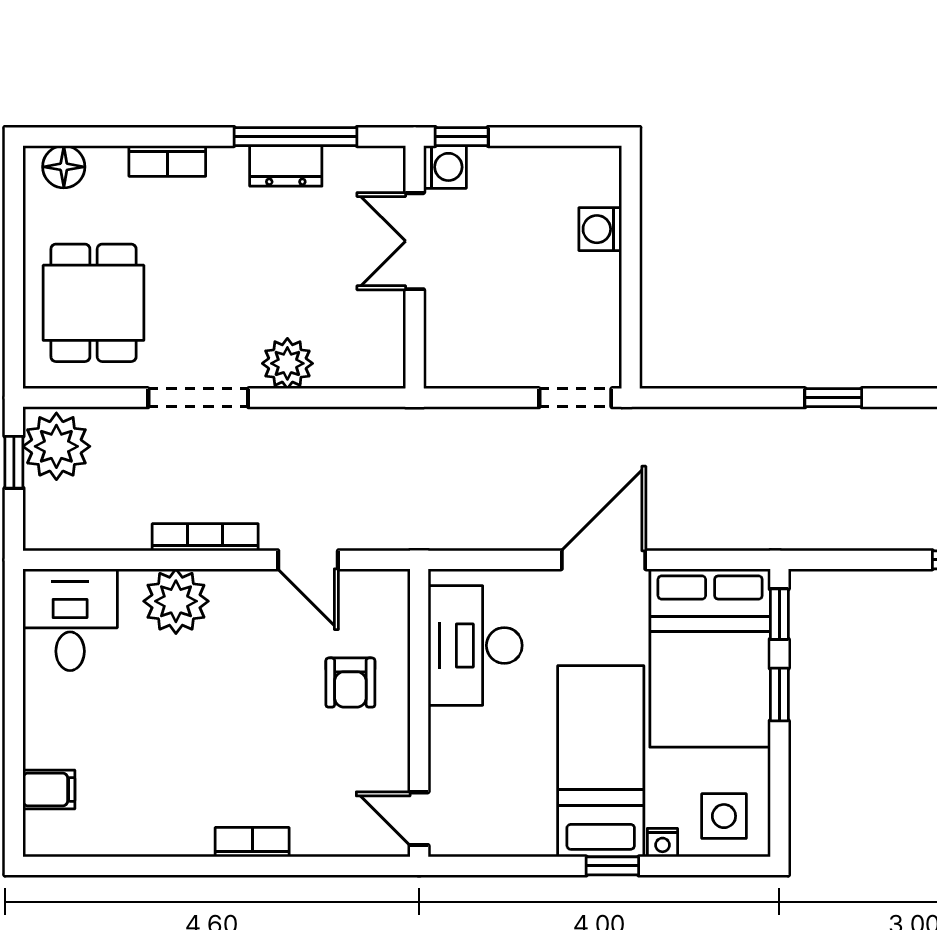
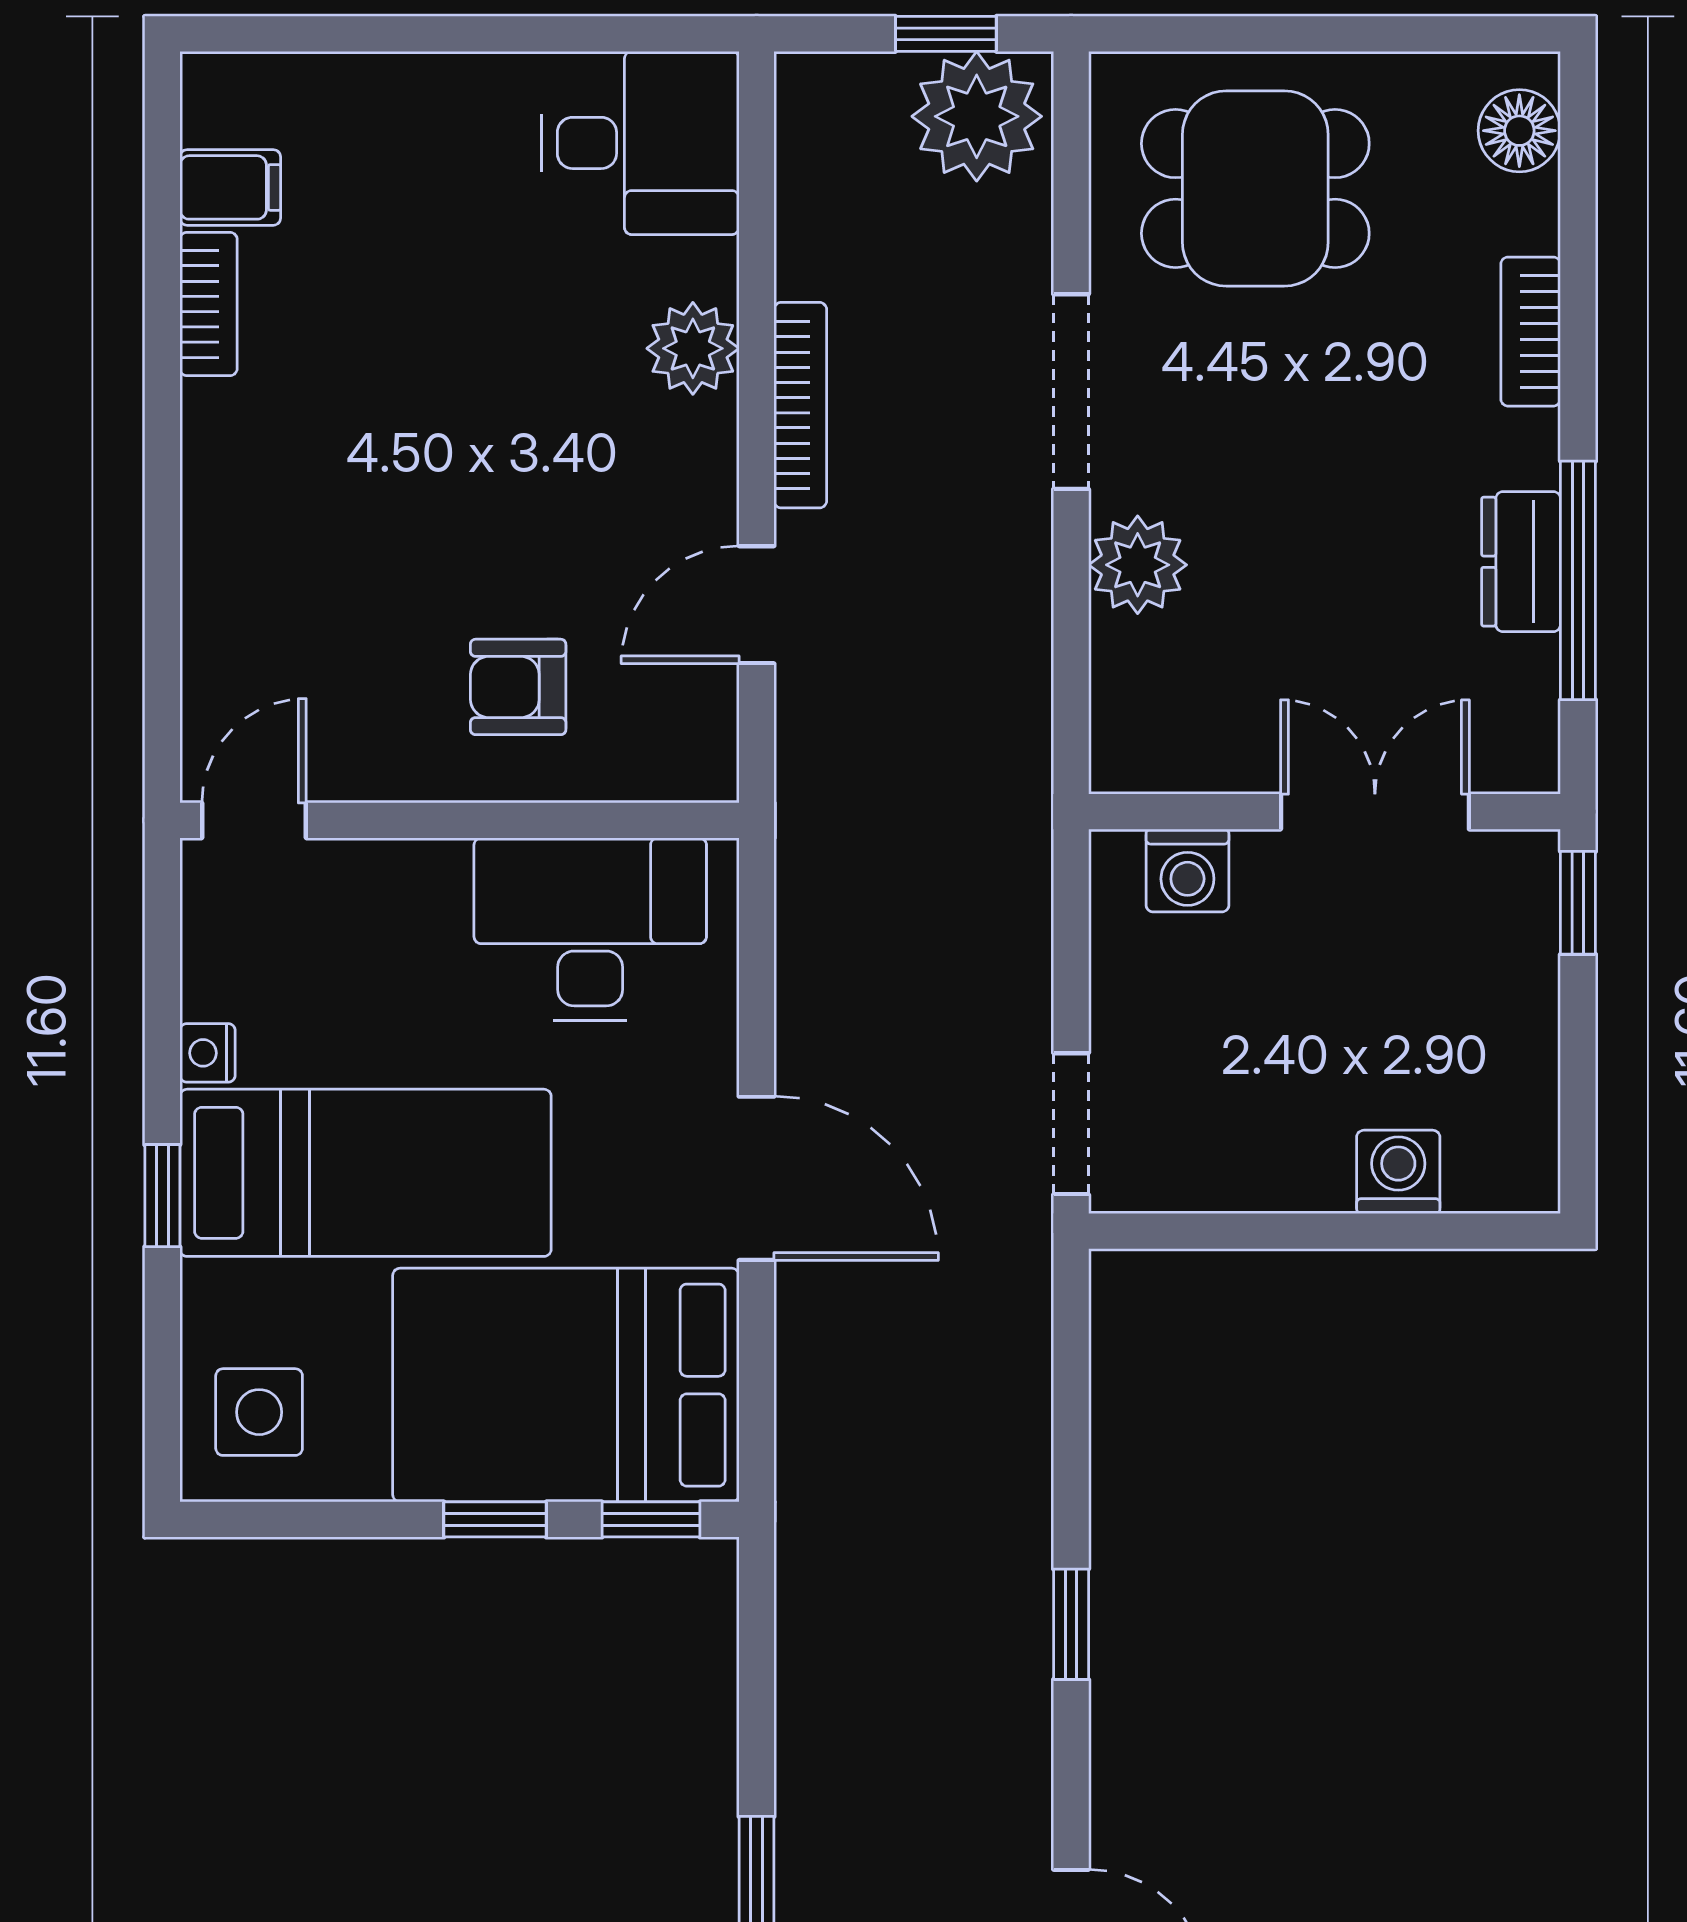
washing machine: (445, 167) -> (1187, 871), moved
plant: (176, 601) -> (693, 348), width x0.73, depth x0.73
filing cabinet: (49, 789) -> (230, 187), moved, turned -90
bookcase: (252, 842) -> (208, 304), moved
nightstand: (662, 843) -> (207, 1053), moved

